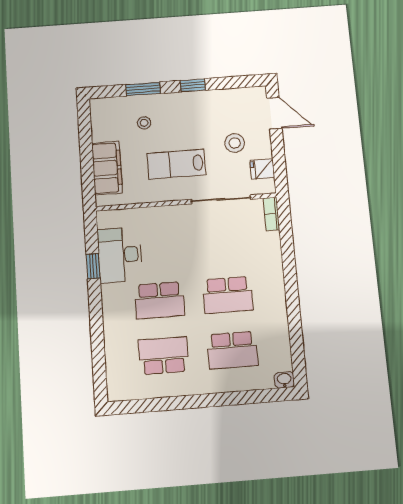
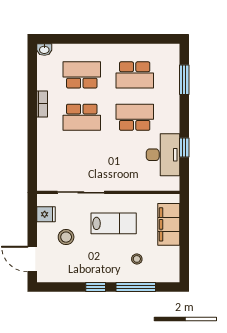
window: (143, 89) -> (136, 287), width x1.44
bookcase: (271, 214) -> (42, 104), moved
school desk: (228, 295) -> (82, 117), turned 180
window: (98, 354) -> (184, 80), added

